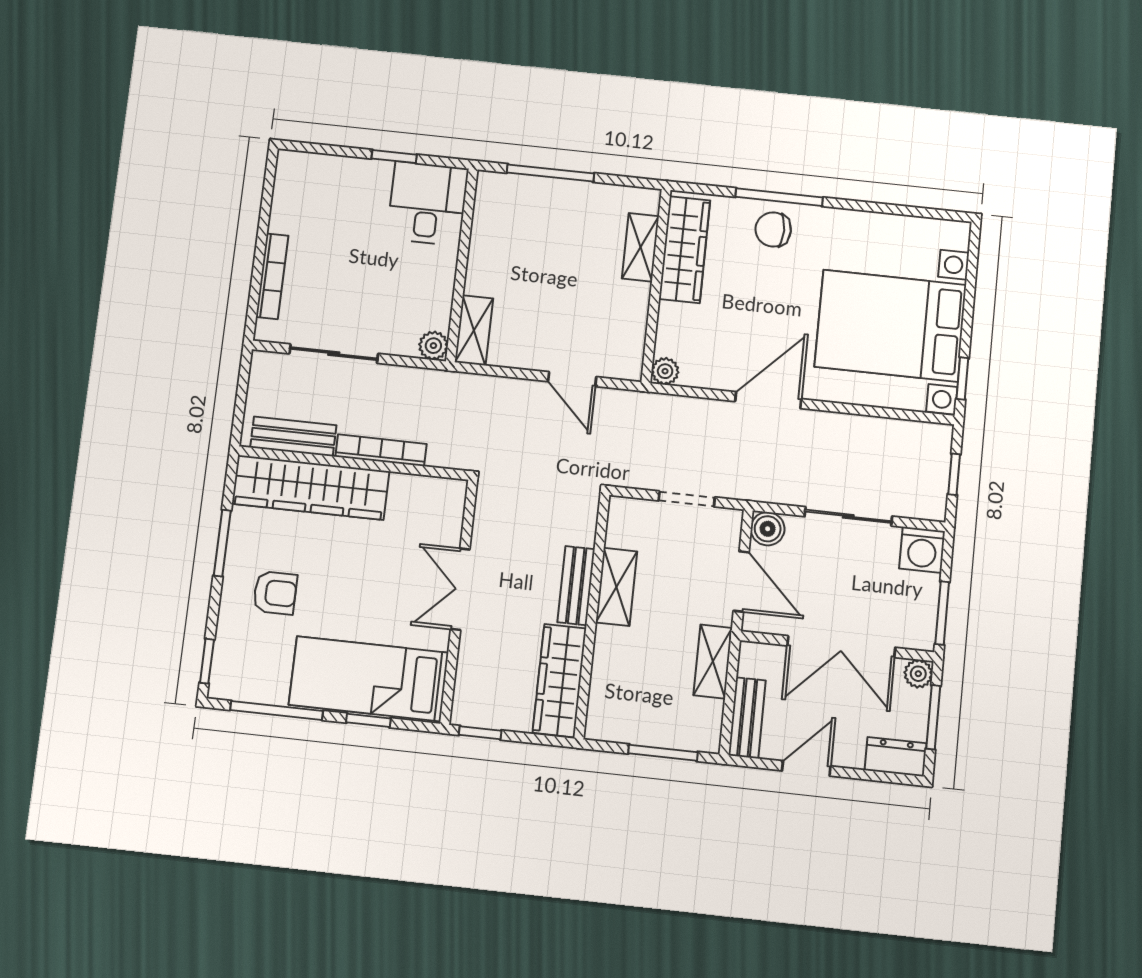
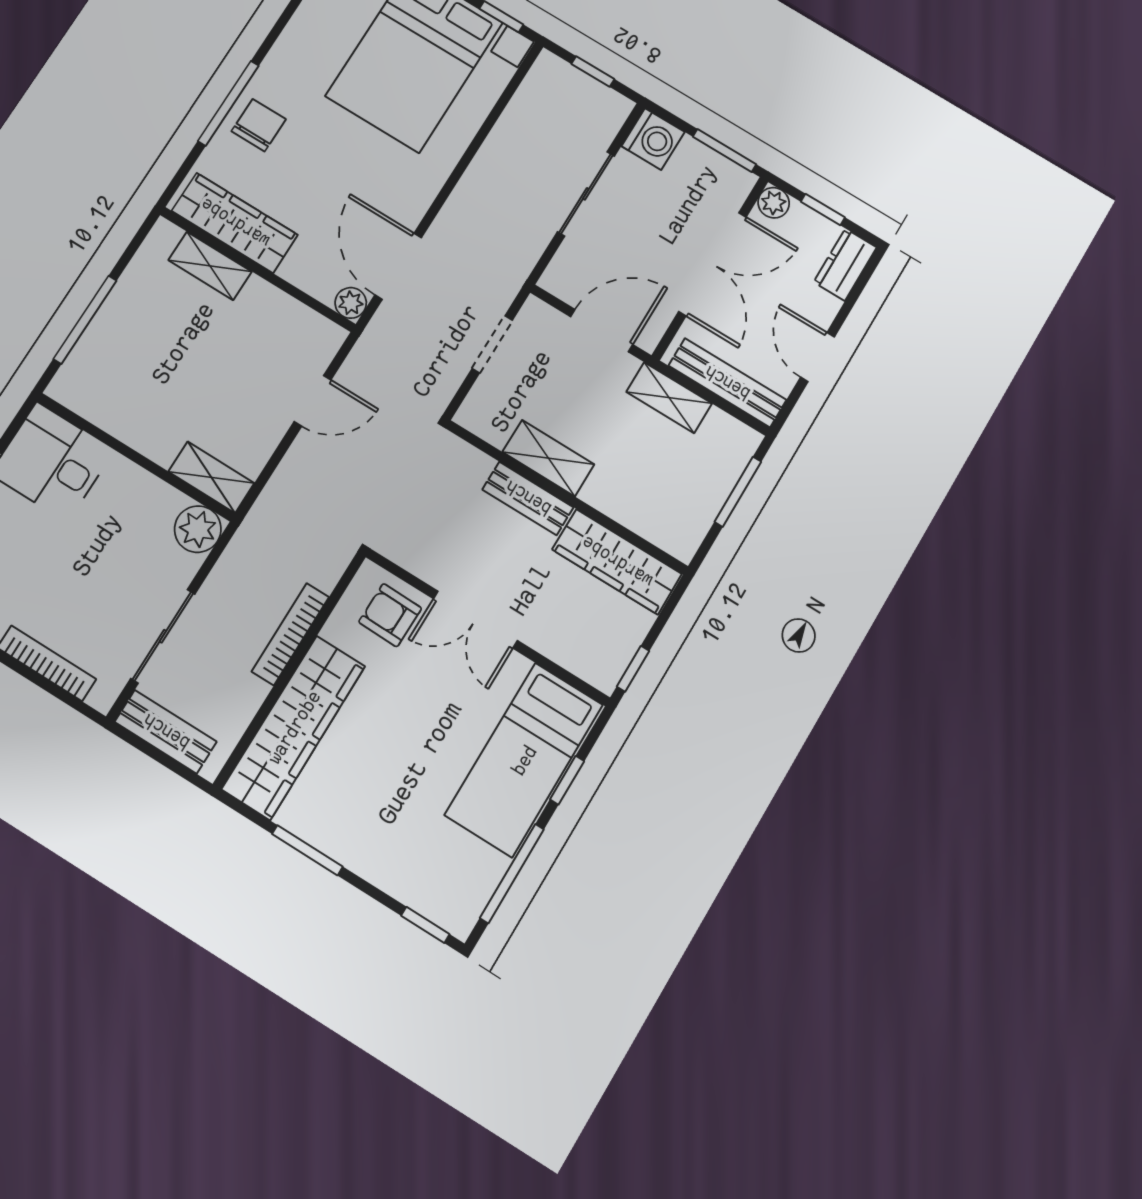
chair: (773, 229) -> (259, 125), turned 180
plant: (433, 346) -> (198, 529), width x1.38, depth x1.38
door: (768, 400) -> (398, 266), moved
bench: (293, 436) -> (166, 732), moved, turned 90
boiler: (768, 529) -> (561, 279), removed
armchair: (275, 593) -> (390, 615), moved, turned -89
window: (933, 717) -> (823, 210), width x0.67
bench: (747, 718) -> (727, 383), width x1.36

